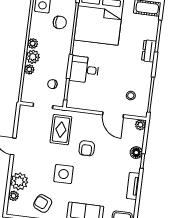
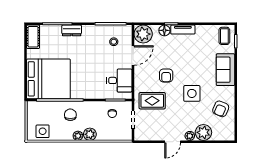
chair: (60, 22) -> (70, 115), moved
plant: (29, 69) -> (102, 136), removed
desk: (84, 70) -> (119, 80), moved, turned -90
plant: (140, 125) -> (143, 34), width x1.88, depth x1.88
armchair: (87, 148) -> (166, 75), turned 90
tv unit: (133, 186) -> (183, 30), moved
plant: (14, 196) -> (190, 136), moved

